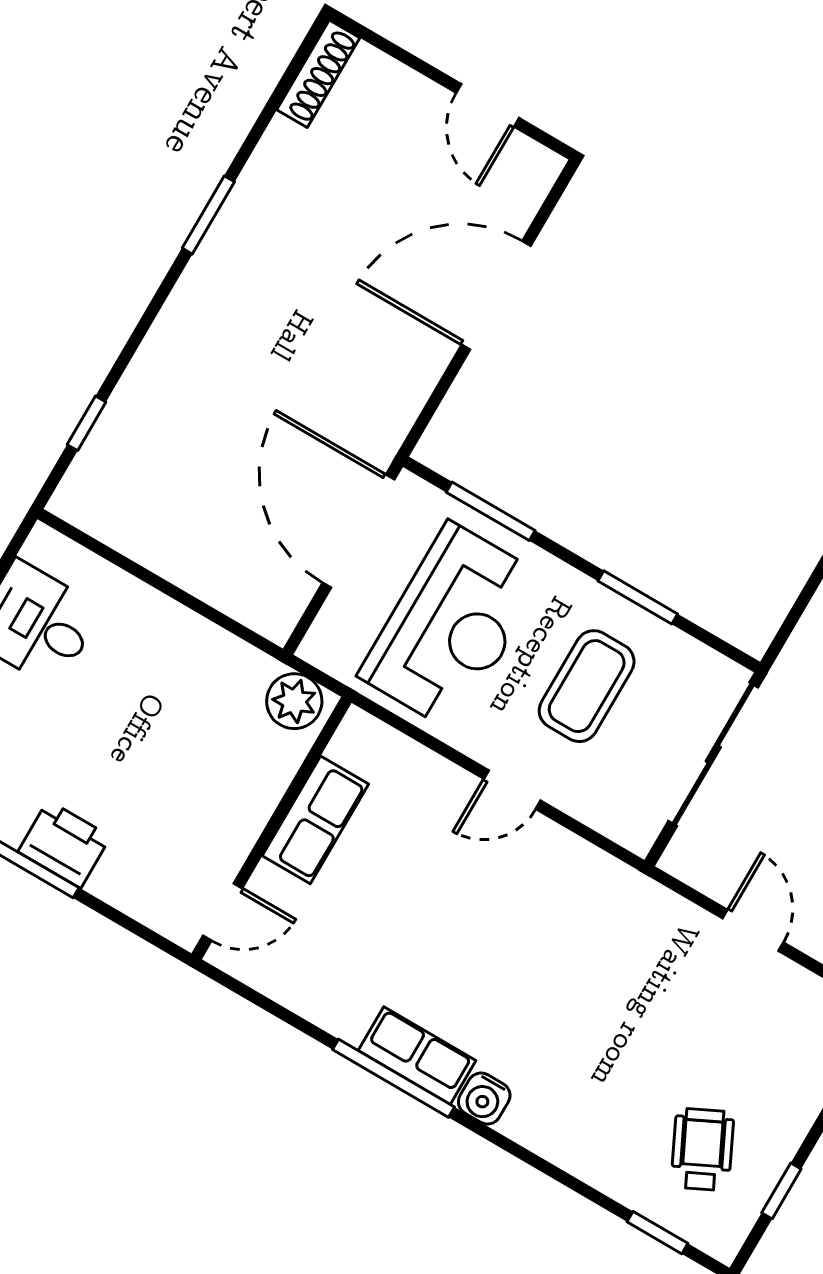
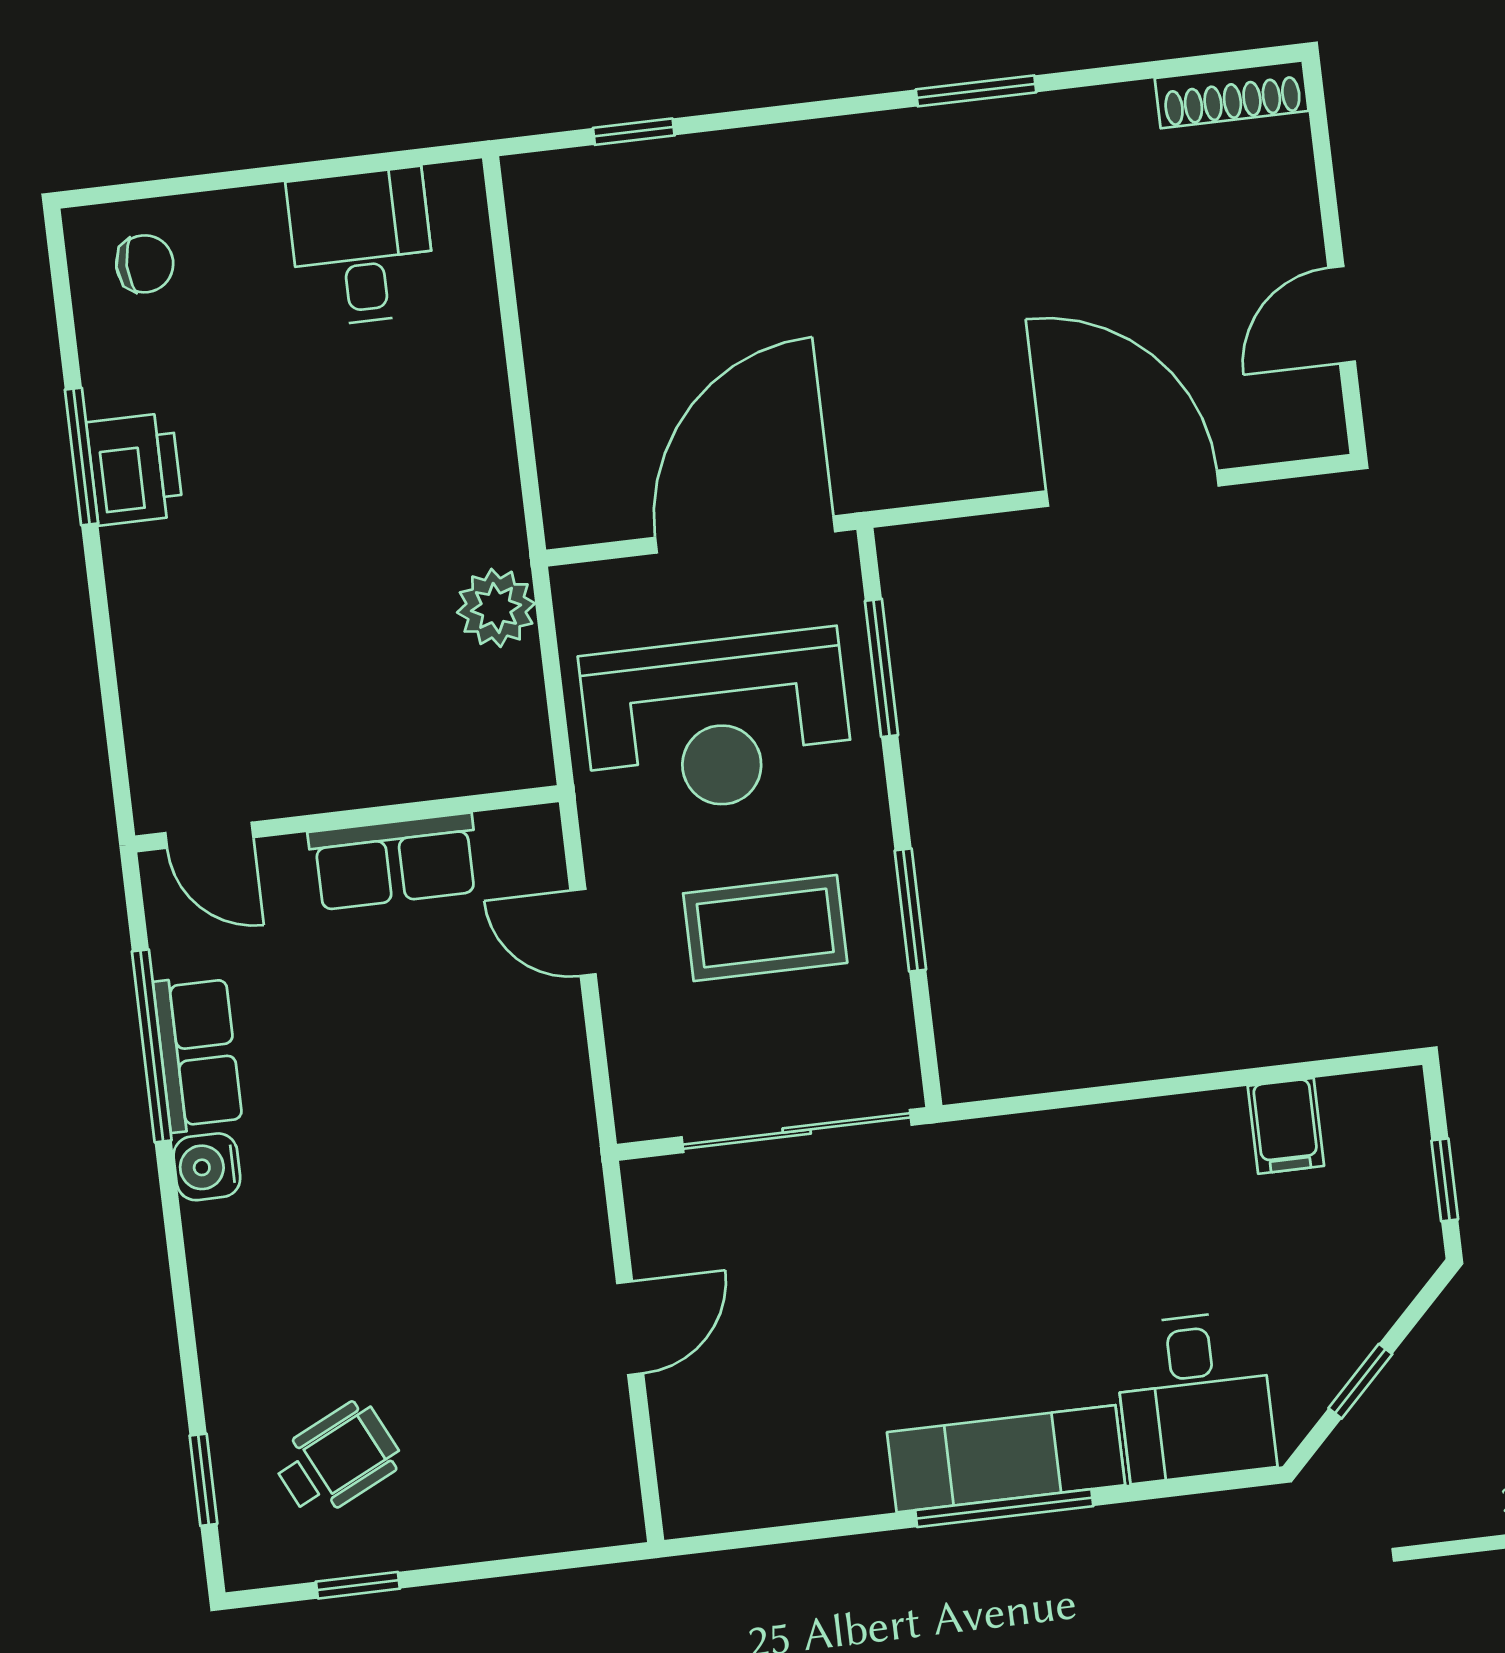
row of seats: (315, 820) -> (394, 862), moved
wall: (272, 828) -> (347, 819), moved
door: (223, 912) -> (209, 835), moved

